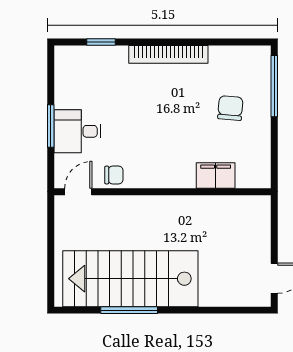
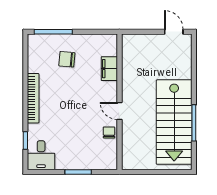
desk: (77, 131) -> (41, 155), moved
door: (78, 192) -> (119, 111), moved

